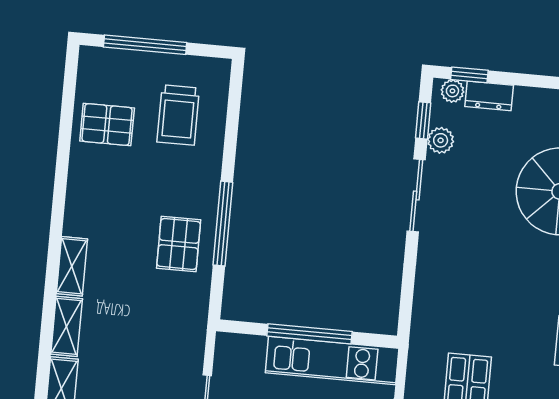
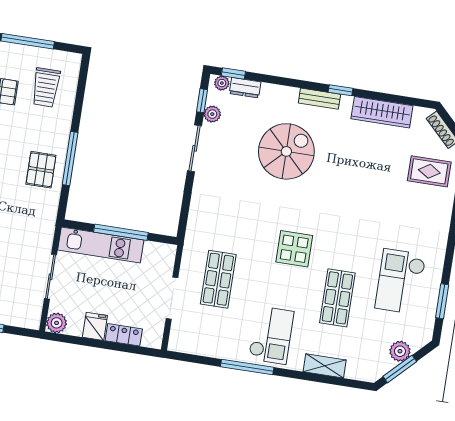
kitchen unit: (332, 361) -> (101, 245), moved

